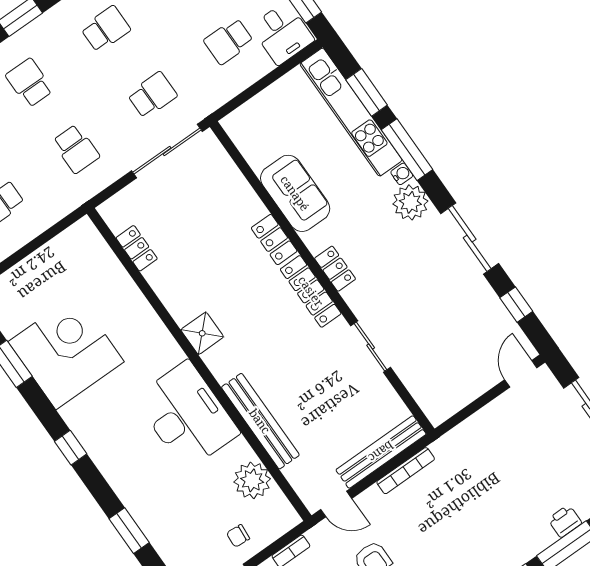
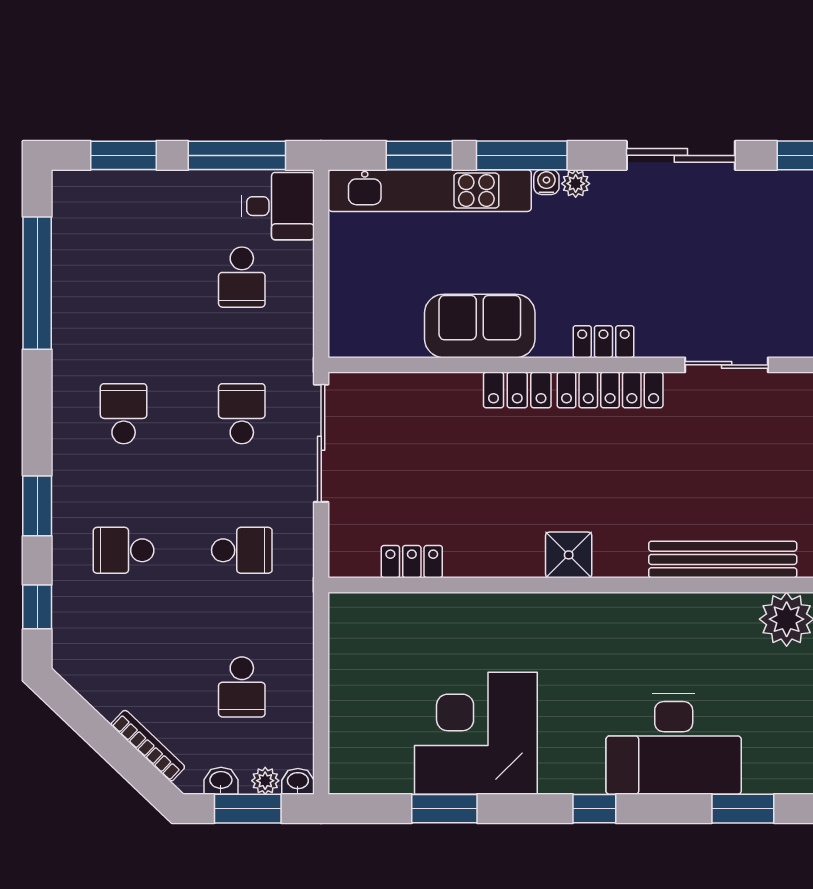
plant: (410, 202) -> (576, 184), width x0.53, depth x0.53
desk: (187, 415) -> (674, 744), moved, turned 180

